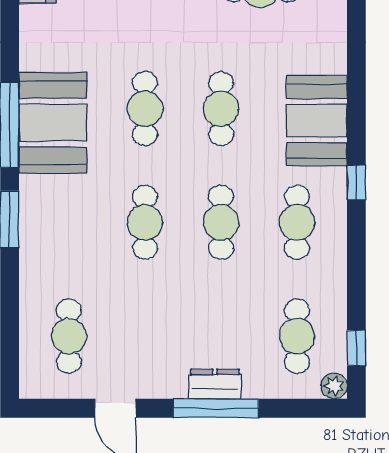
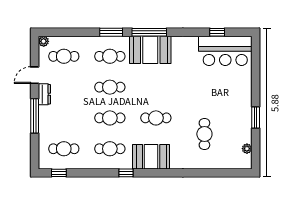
cafe table: (145, 109) -> (110, 56), moved
dresser: (215, 384) -> (44, 94), moved
plant: (334, 386) -> (44, 41), moved

